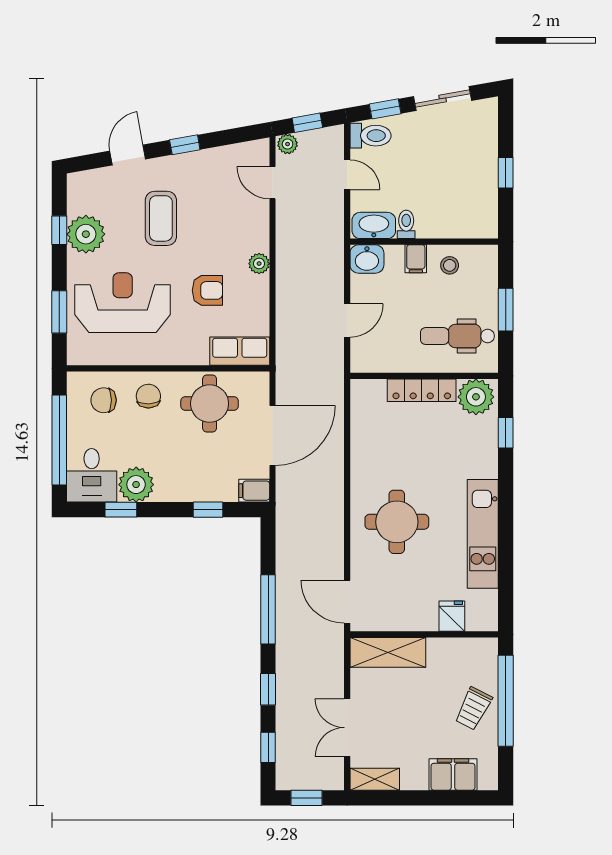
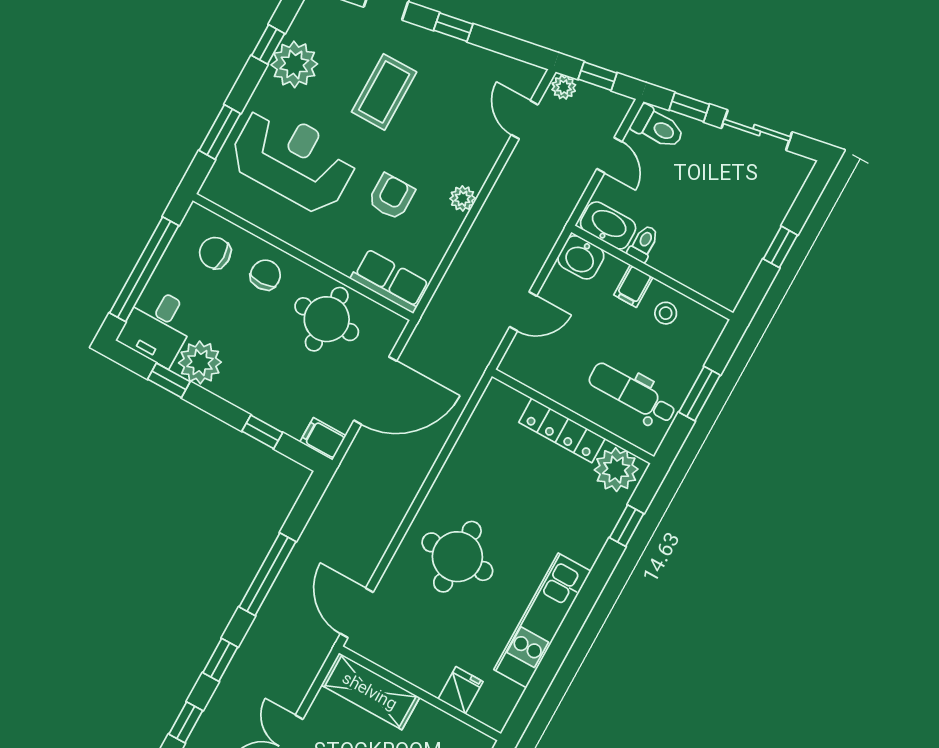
armchair: (207, 290) -> (391, 197), turned -90

